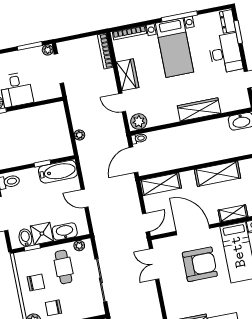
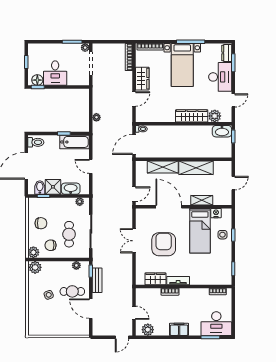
door: (122, 103) -> (134, 99), swing flipped
plant: (139, 122) -> (215, 116), moved
shelving: (160, 184) -> (163, 167), moved
double door: (154, 264) -> (134, 241), moved
armchair: (200, 264) -> (164, 244), moved, turned -90
cafe table: (64, 267) -> (69, 234), moved

